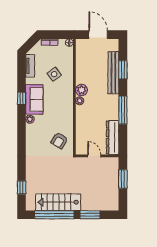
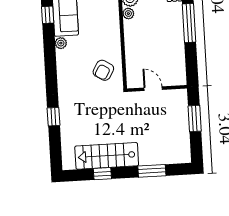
dresser: (113, 137) -> (177, 62), removed
window: (22, 187) -> (54, 117), moved
window: (54, 215) -> (102, 174), width x0.32

